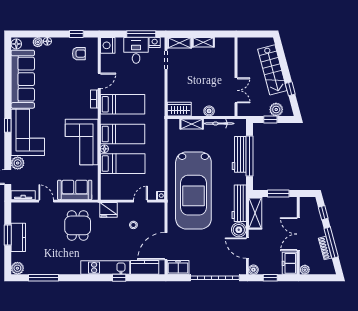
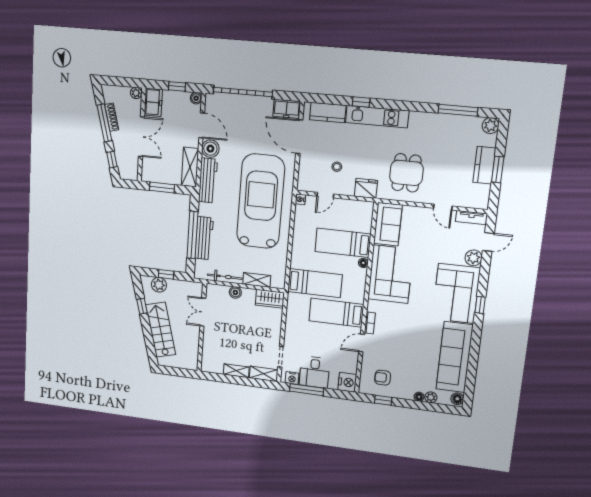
bed: (123, 134) -> (315, 283), moved, turned 180
sofa: (75, 190) -> (388, 224), moved, turned -90
door: (166, 246) -> (299, 137), swing flipped

